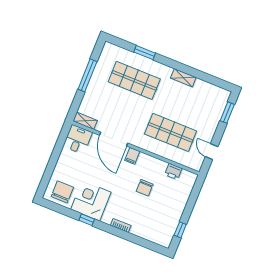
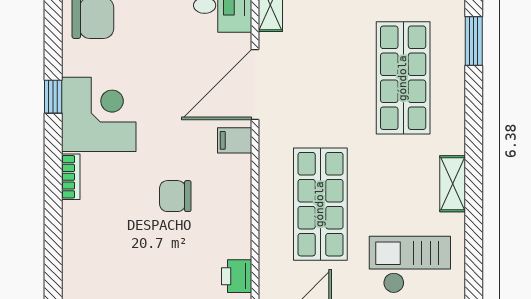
window: (145, 53) -> (474, 41), moved
checkout: (208, 107) -> (410, 265), added
printer: (173, 172) -> (237, 276), moved
corner desk: (91, 201) -> (99, 114), moved

